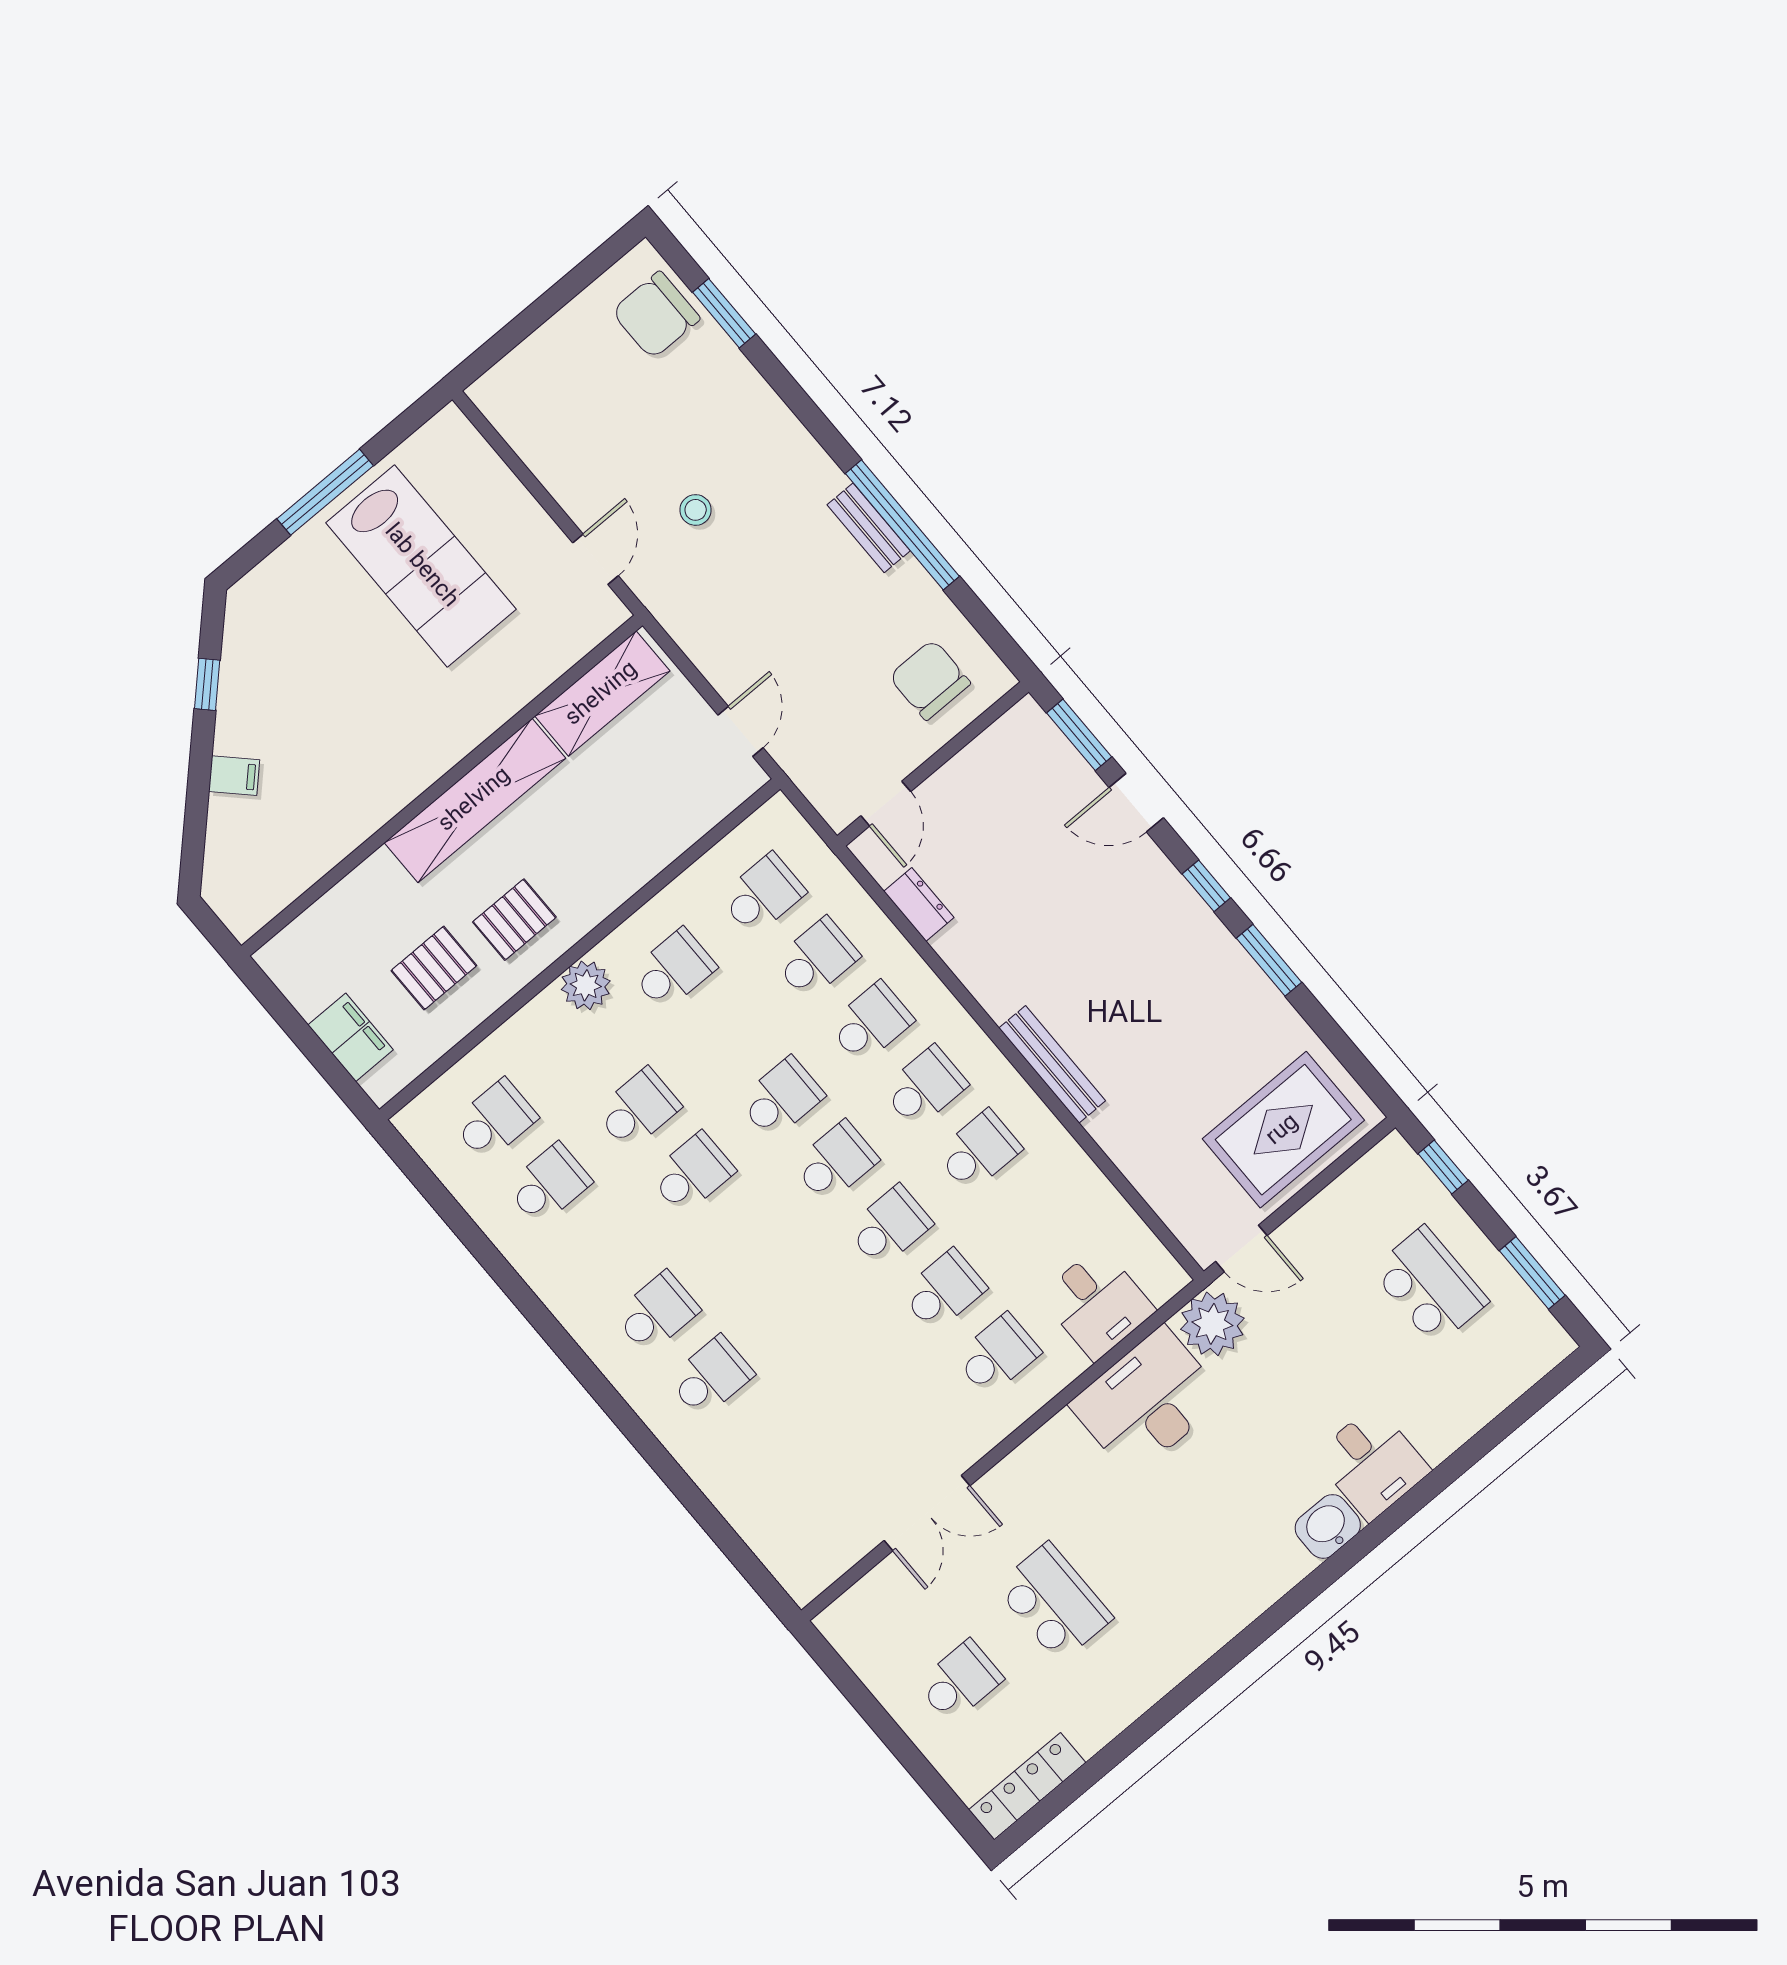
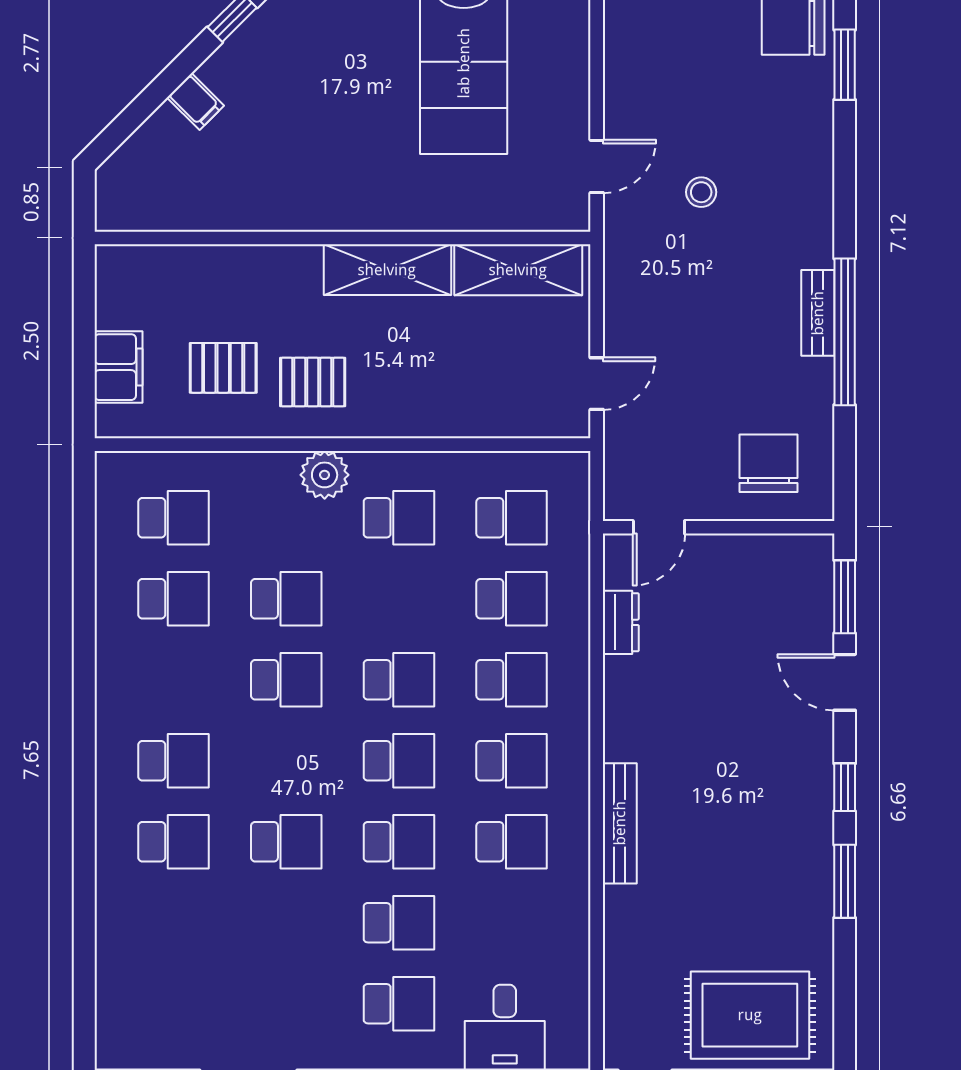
shelving: (475, 800) -> (387, 270), width x0.68
school desk: (800, 1302) -> (286, 842), added

